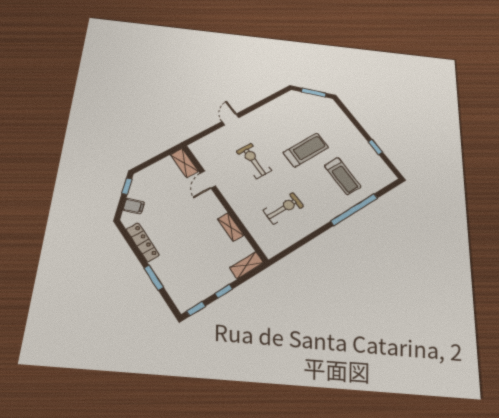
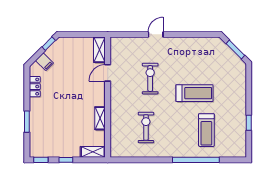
exercise bike: (283, 208) -> (146, 127), turned -90
locker: (143, 242) -> (35, 87), width x0.66

